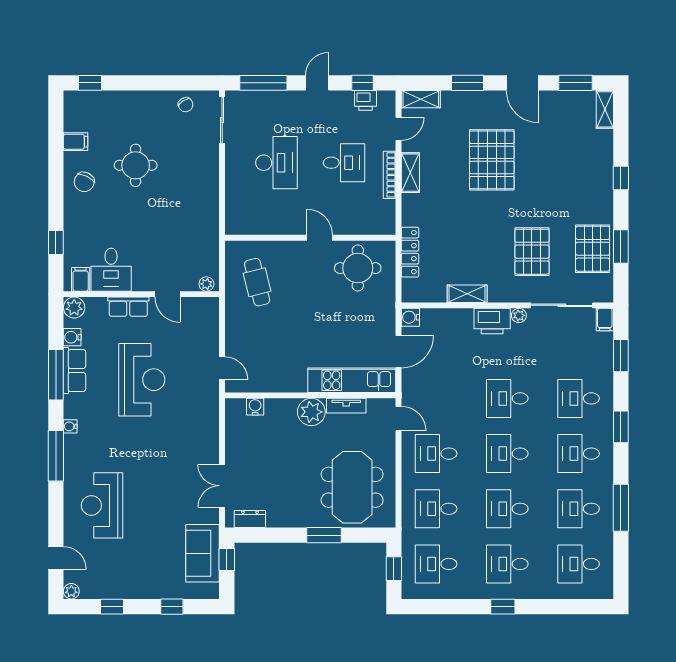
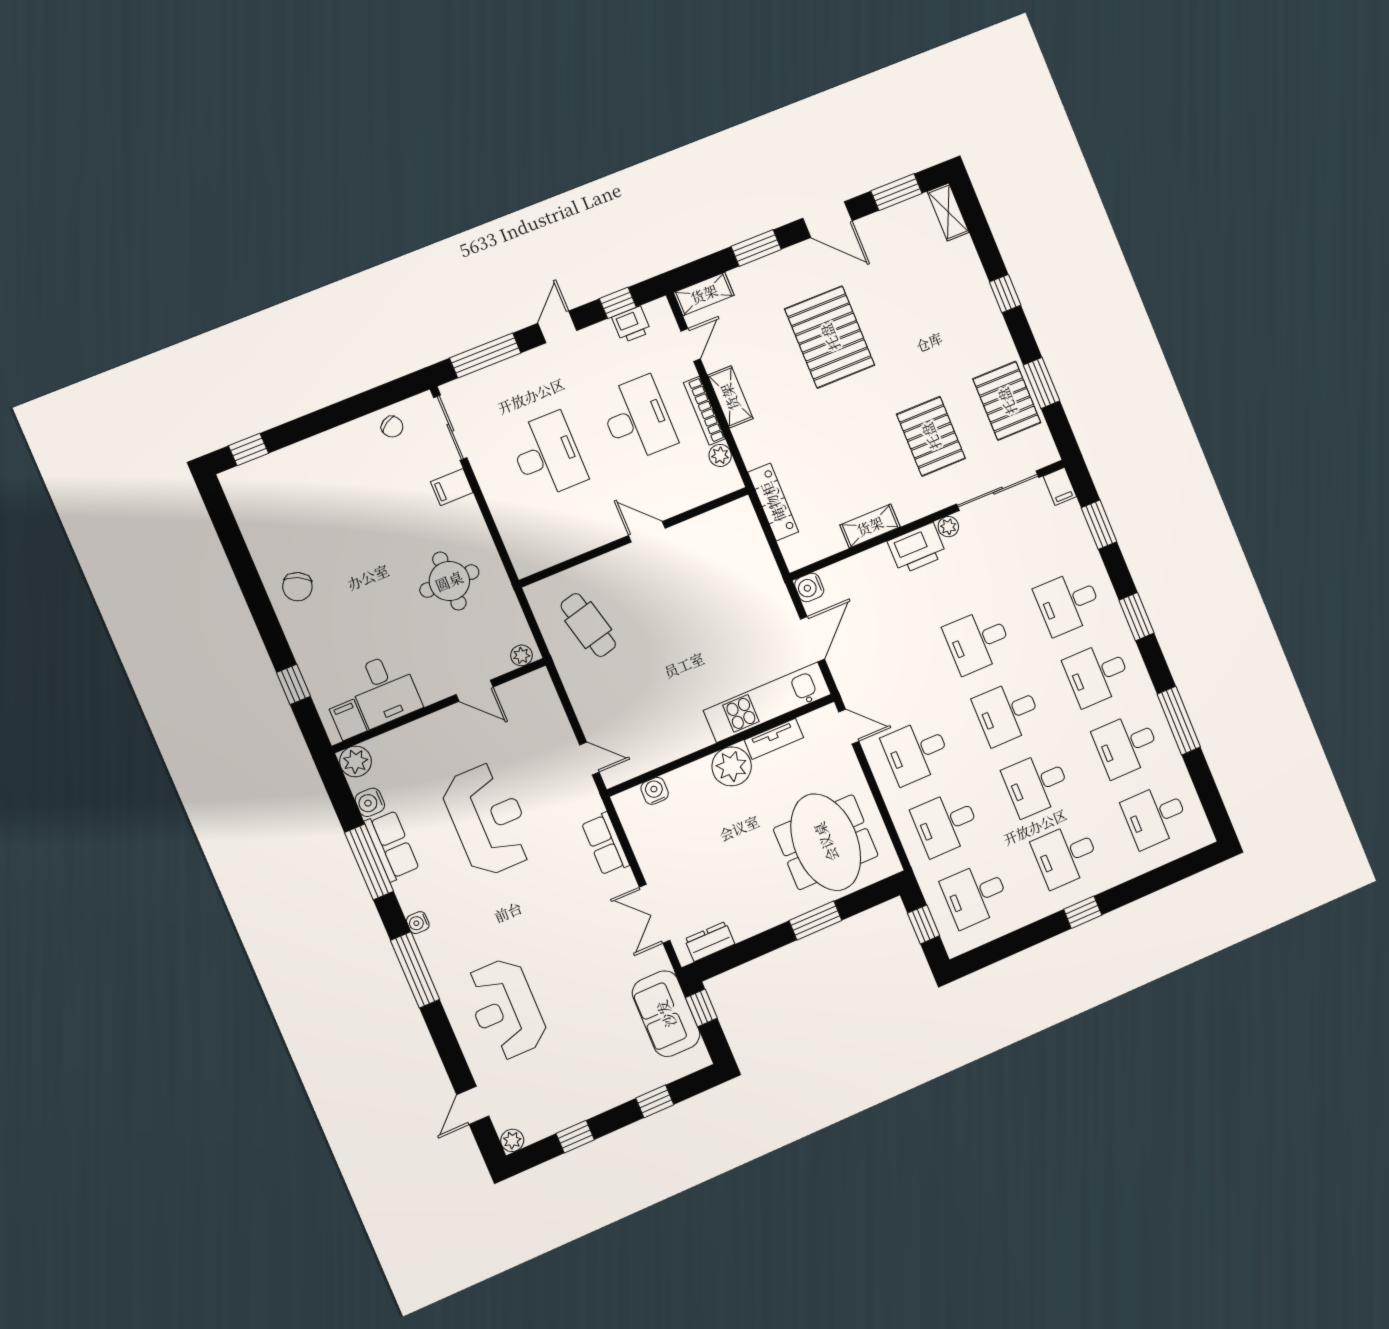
filing cabinet: (76, 142) -> (452, 487), moved, turned 180
desk: (344, 163) -> (637, 419), width x1.37
round table: (136, 165) -> (449, 581), moved
plant: (388, 208) -> (720, 455), added
round table: (358, 268) -> (714, 551), removed
row of seats: (128, 307) -> (605, 844), moved, turned 90
door: (56, 558) -> (473, 1105), swing flipped

